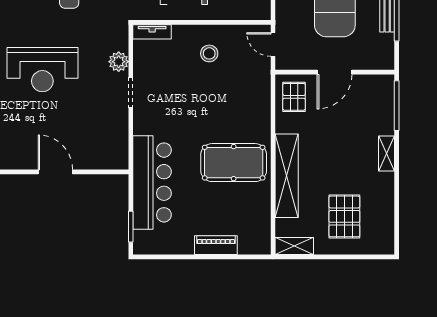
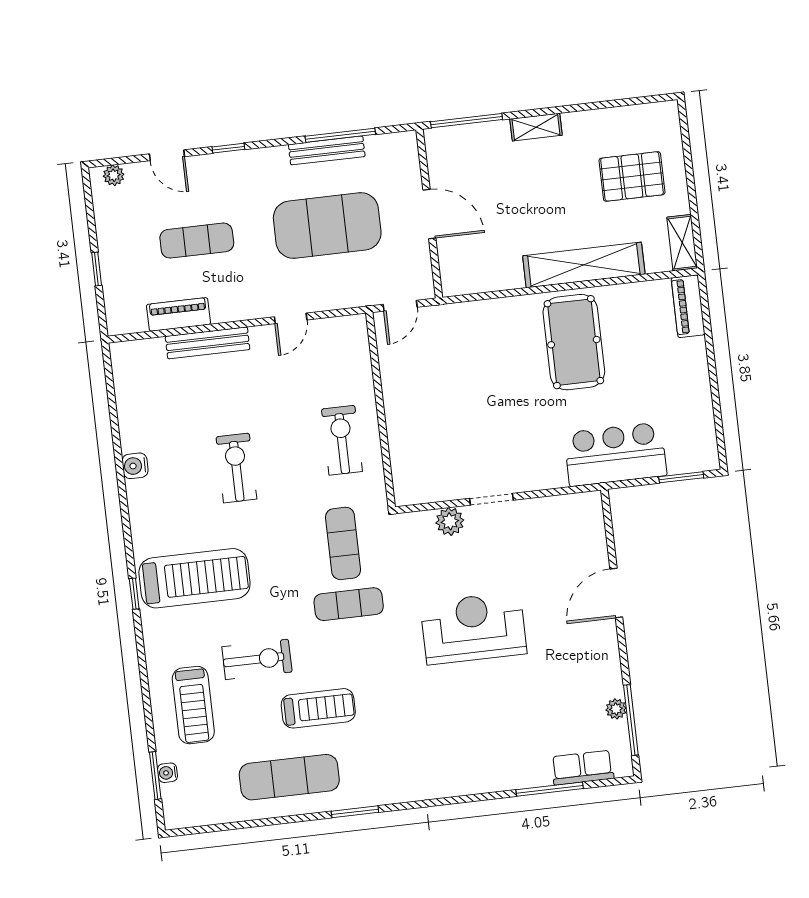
tv unit: (152, 32) -> (402, 479), removed
stool: (209, 53) -> (423, 395), removed
reception desk: (42, 70) -> (473, 628), turned -90
pallet: (294, 97) -> (471, 267), removed
bar counter: (152, 182) -> (615, 454), width x0.73
piano: (216, 245) -> (688, 306), moved

